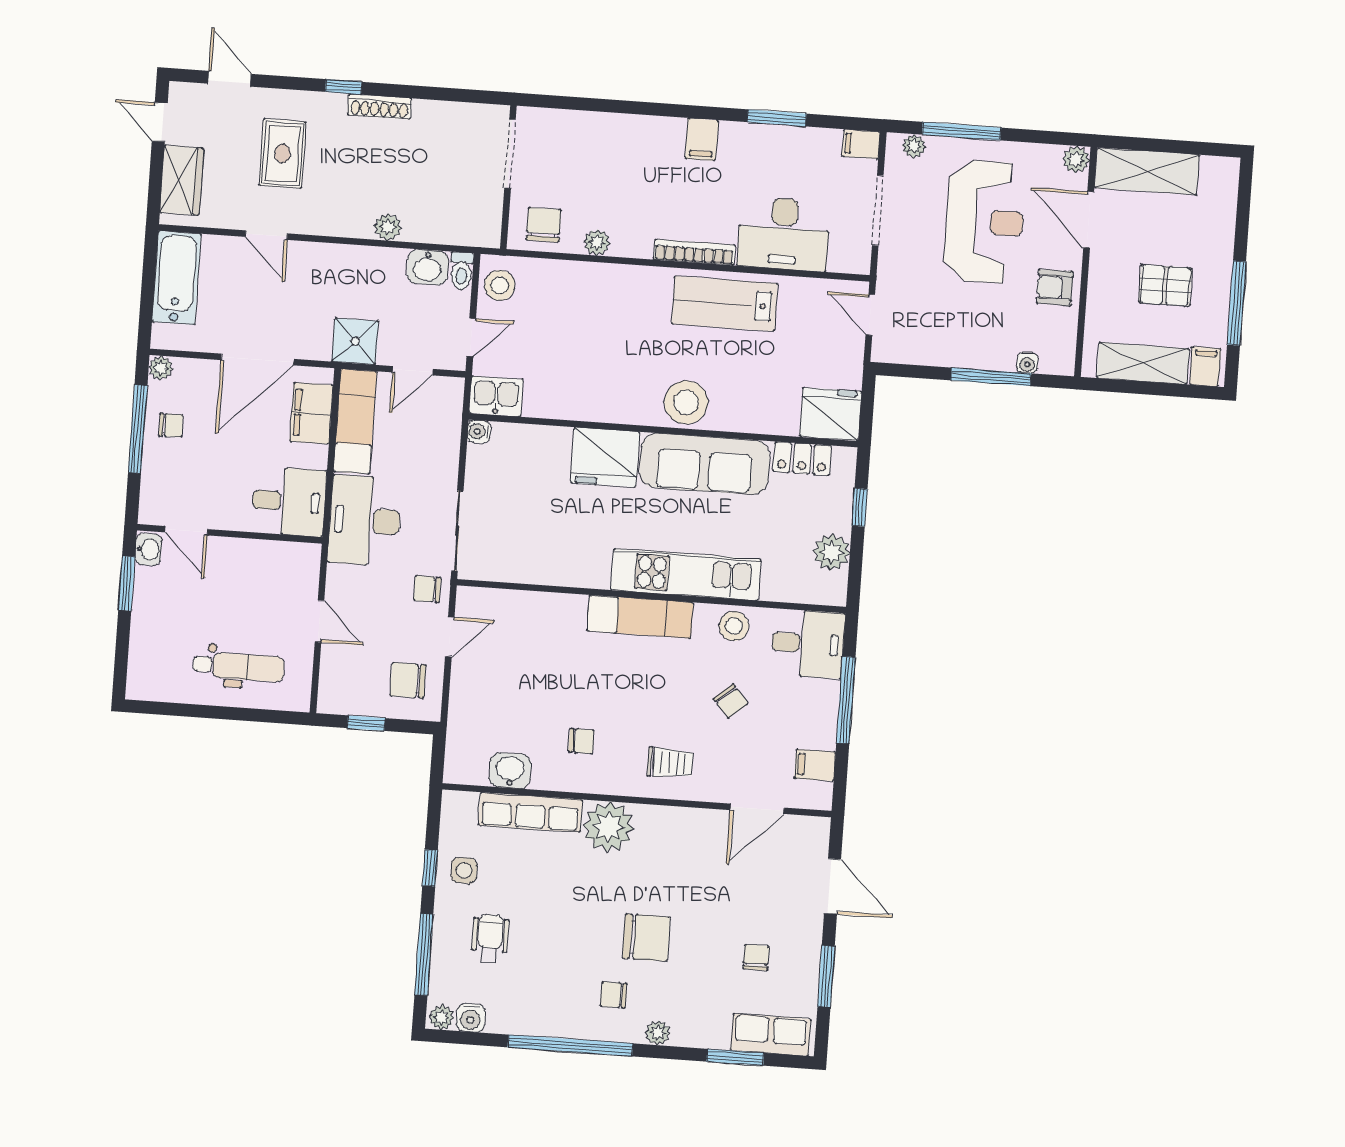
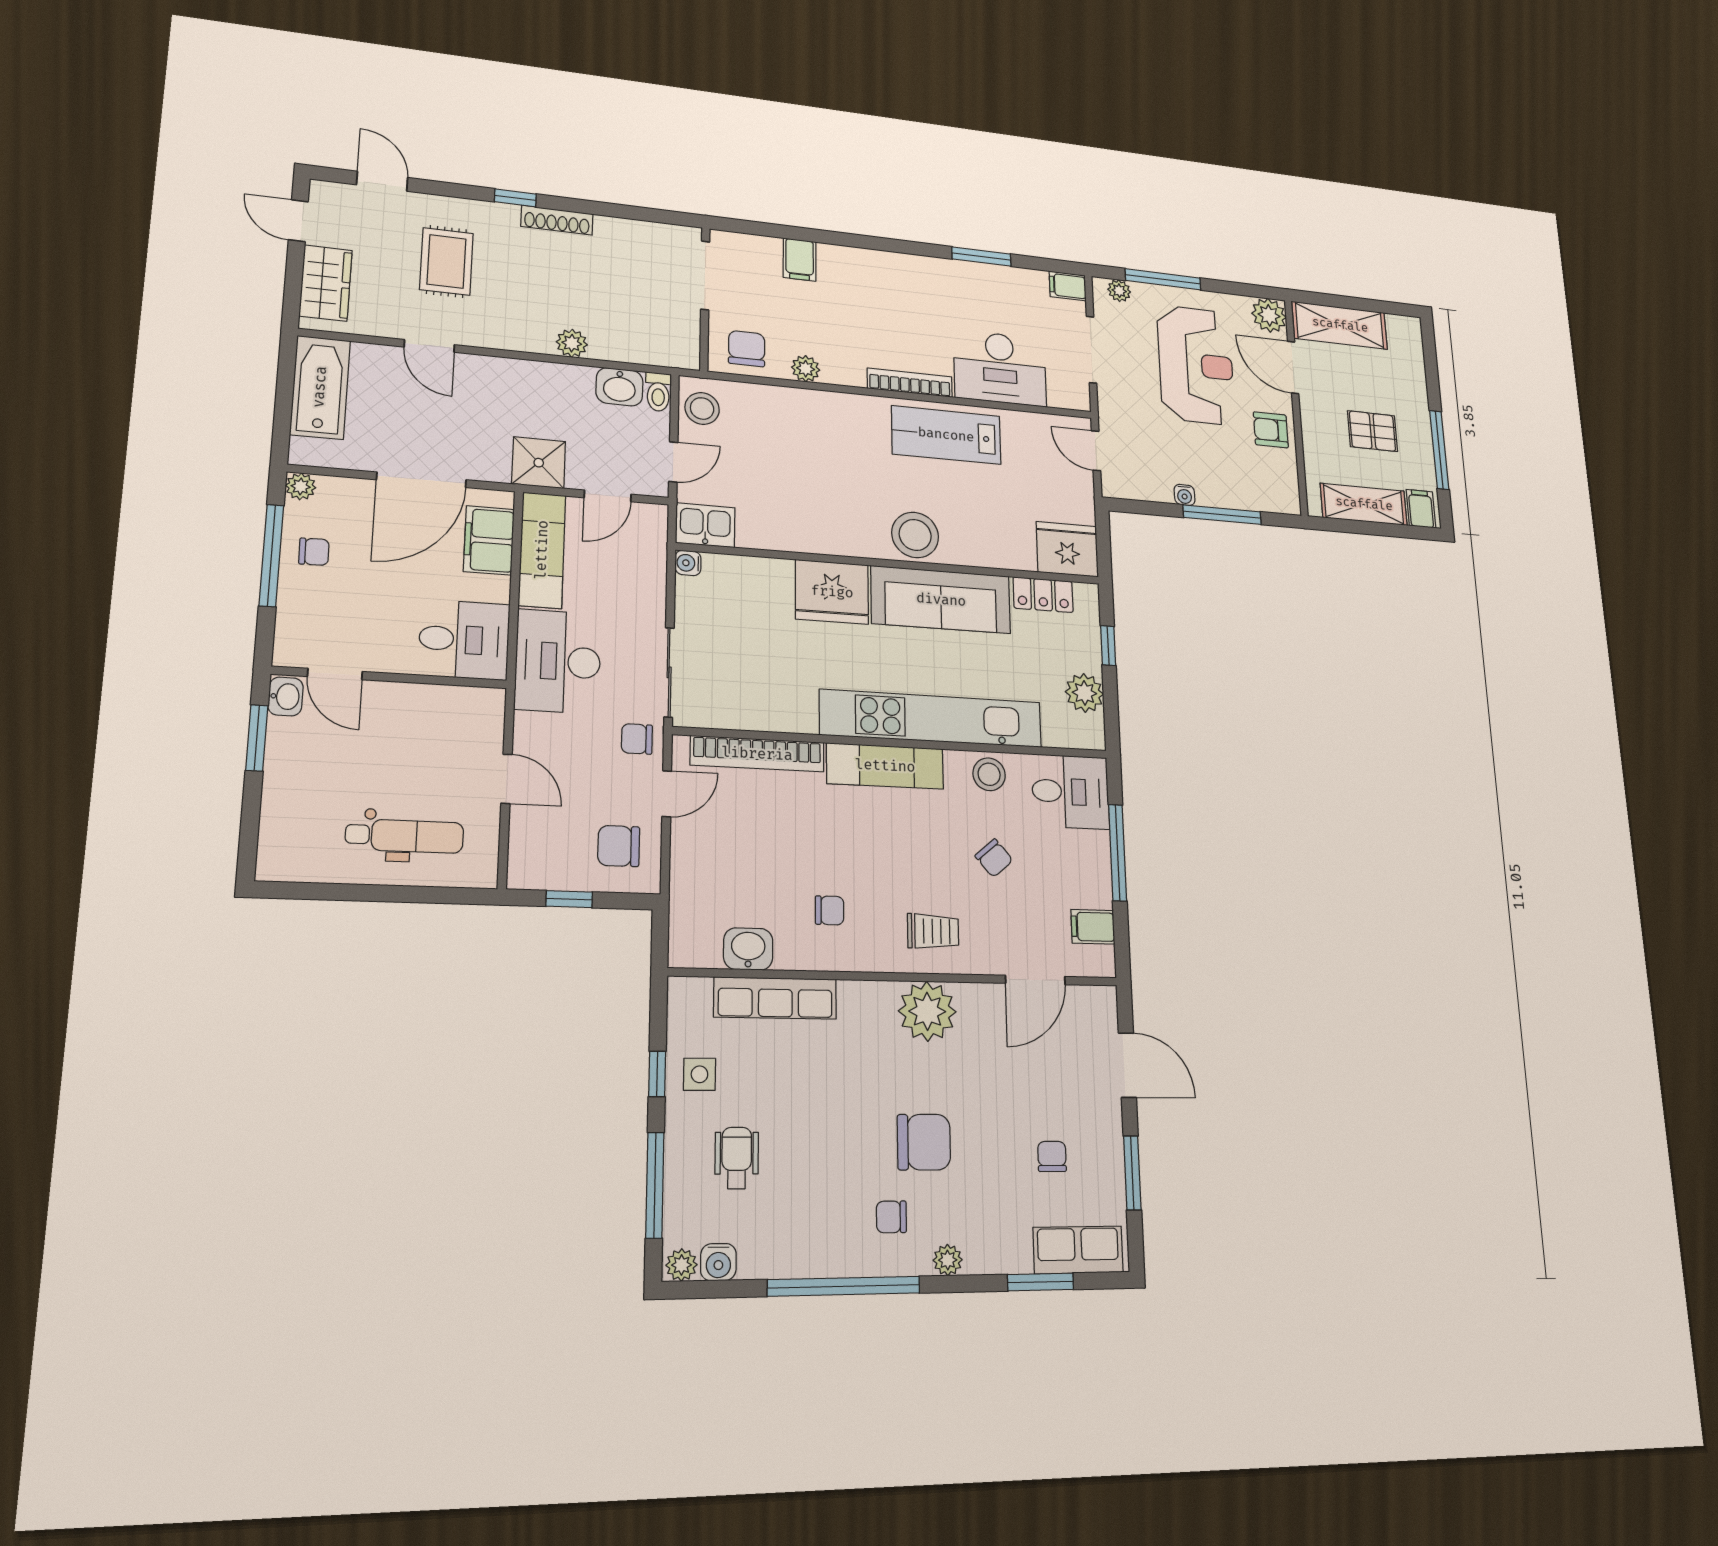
filing cabinet: (702, 139) -> (800, 260), moved
plant: (1076, 159) -> (1269, 315), width x1.38, depth x1.38
water cooler: (1027, 363) -> (1185, 495), moved
kitchen unit: (686, 575) -> (931, 719), width x1.36
bookcase: (529, 604) -> (757, 754), added
plant: (608, 827) -> (927, 1011), moved

